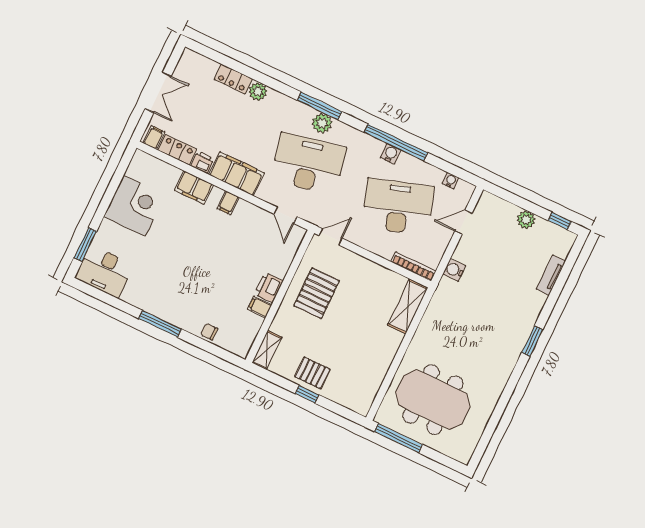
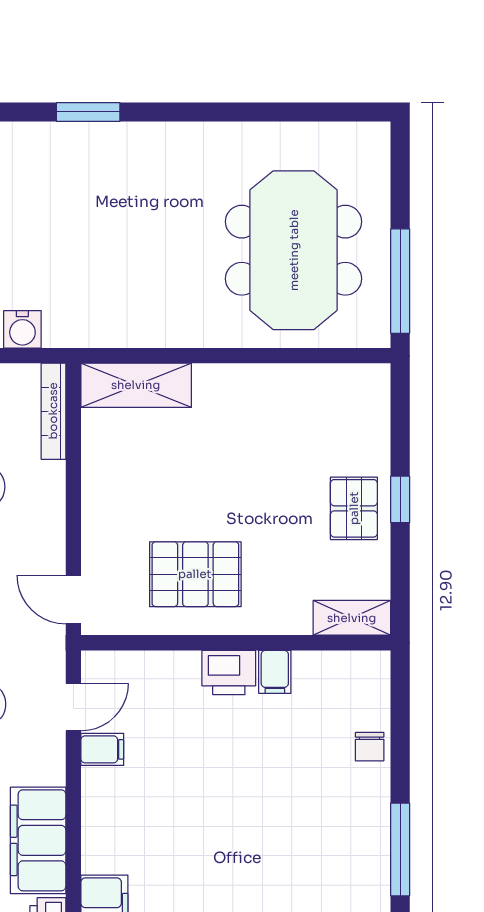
filing cabinet: (228, 203) -> (102, 749), moved

